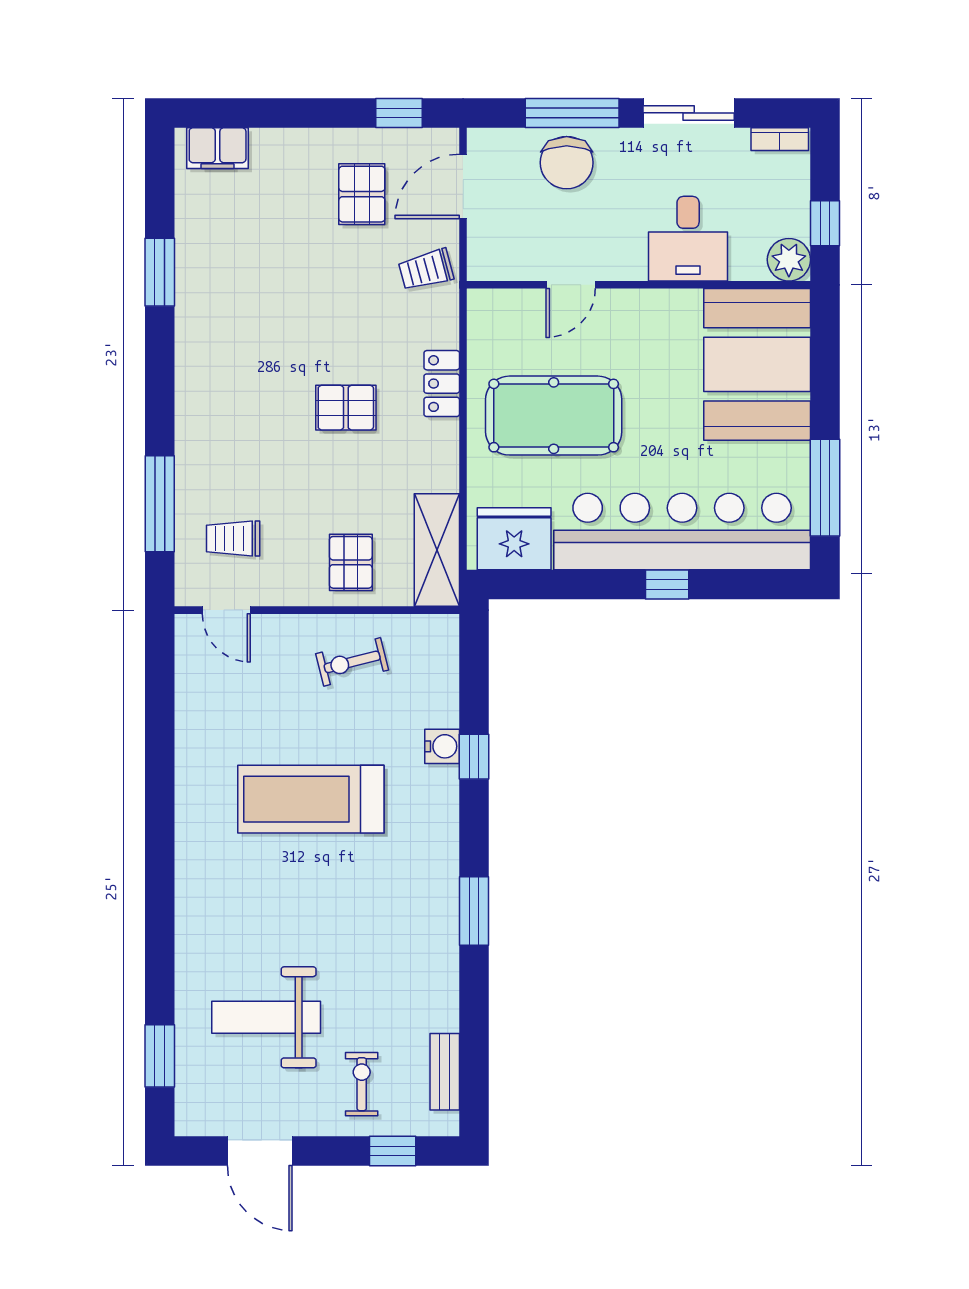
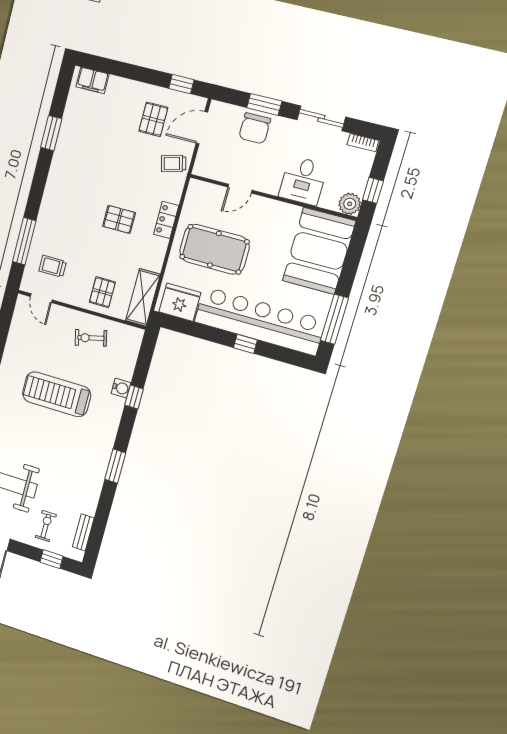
window: (572, 113) -> (264, 104), width x0.69

